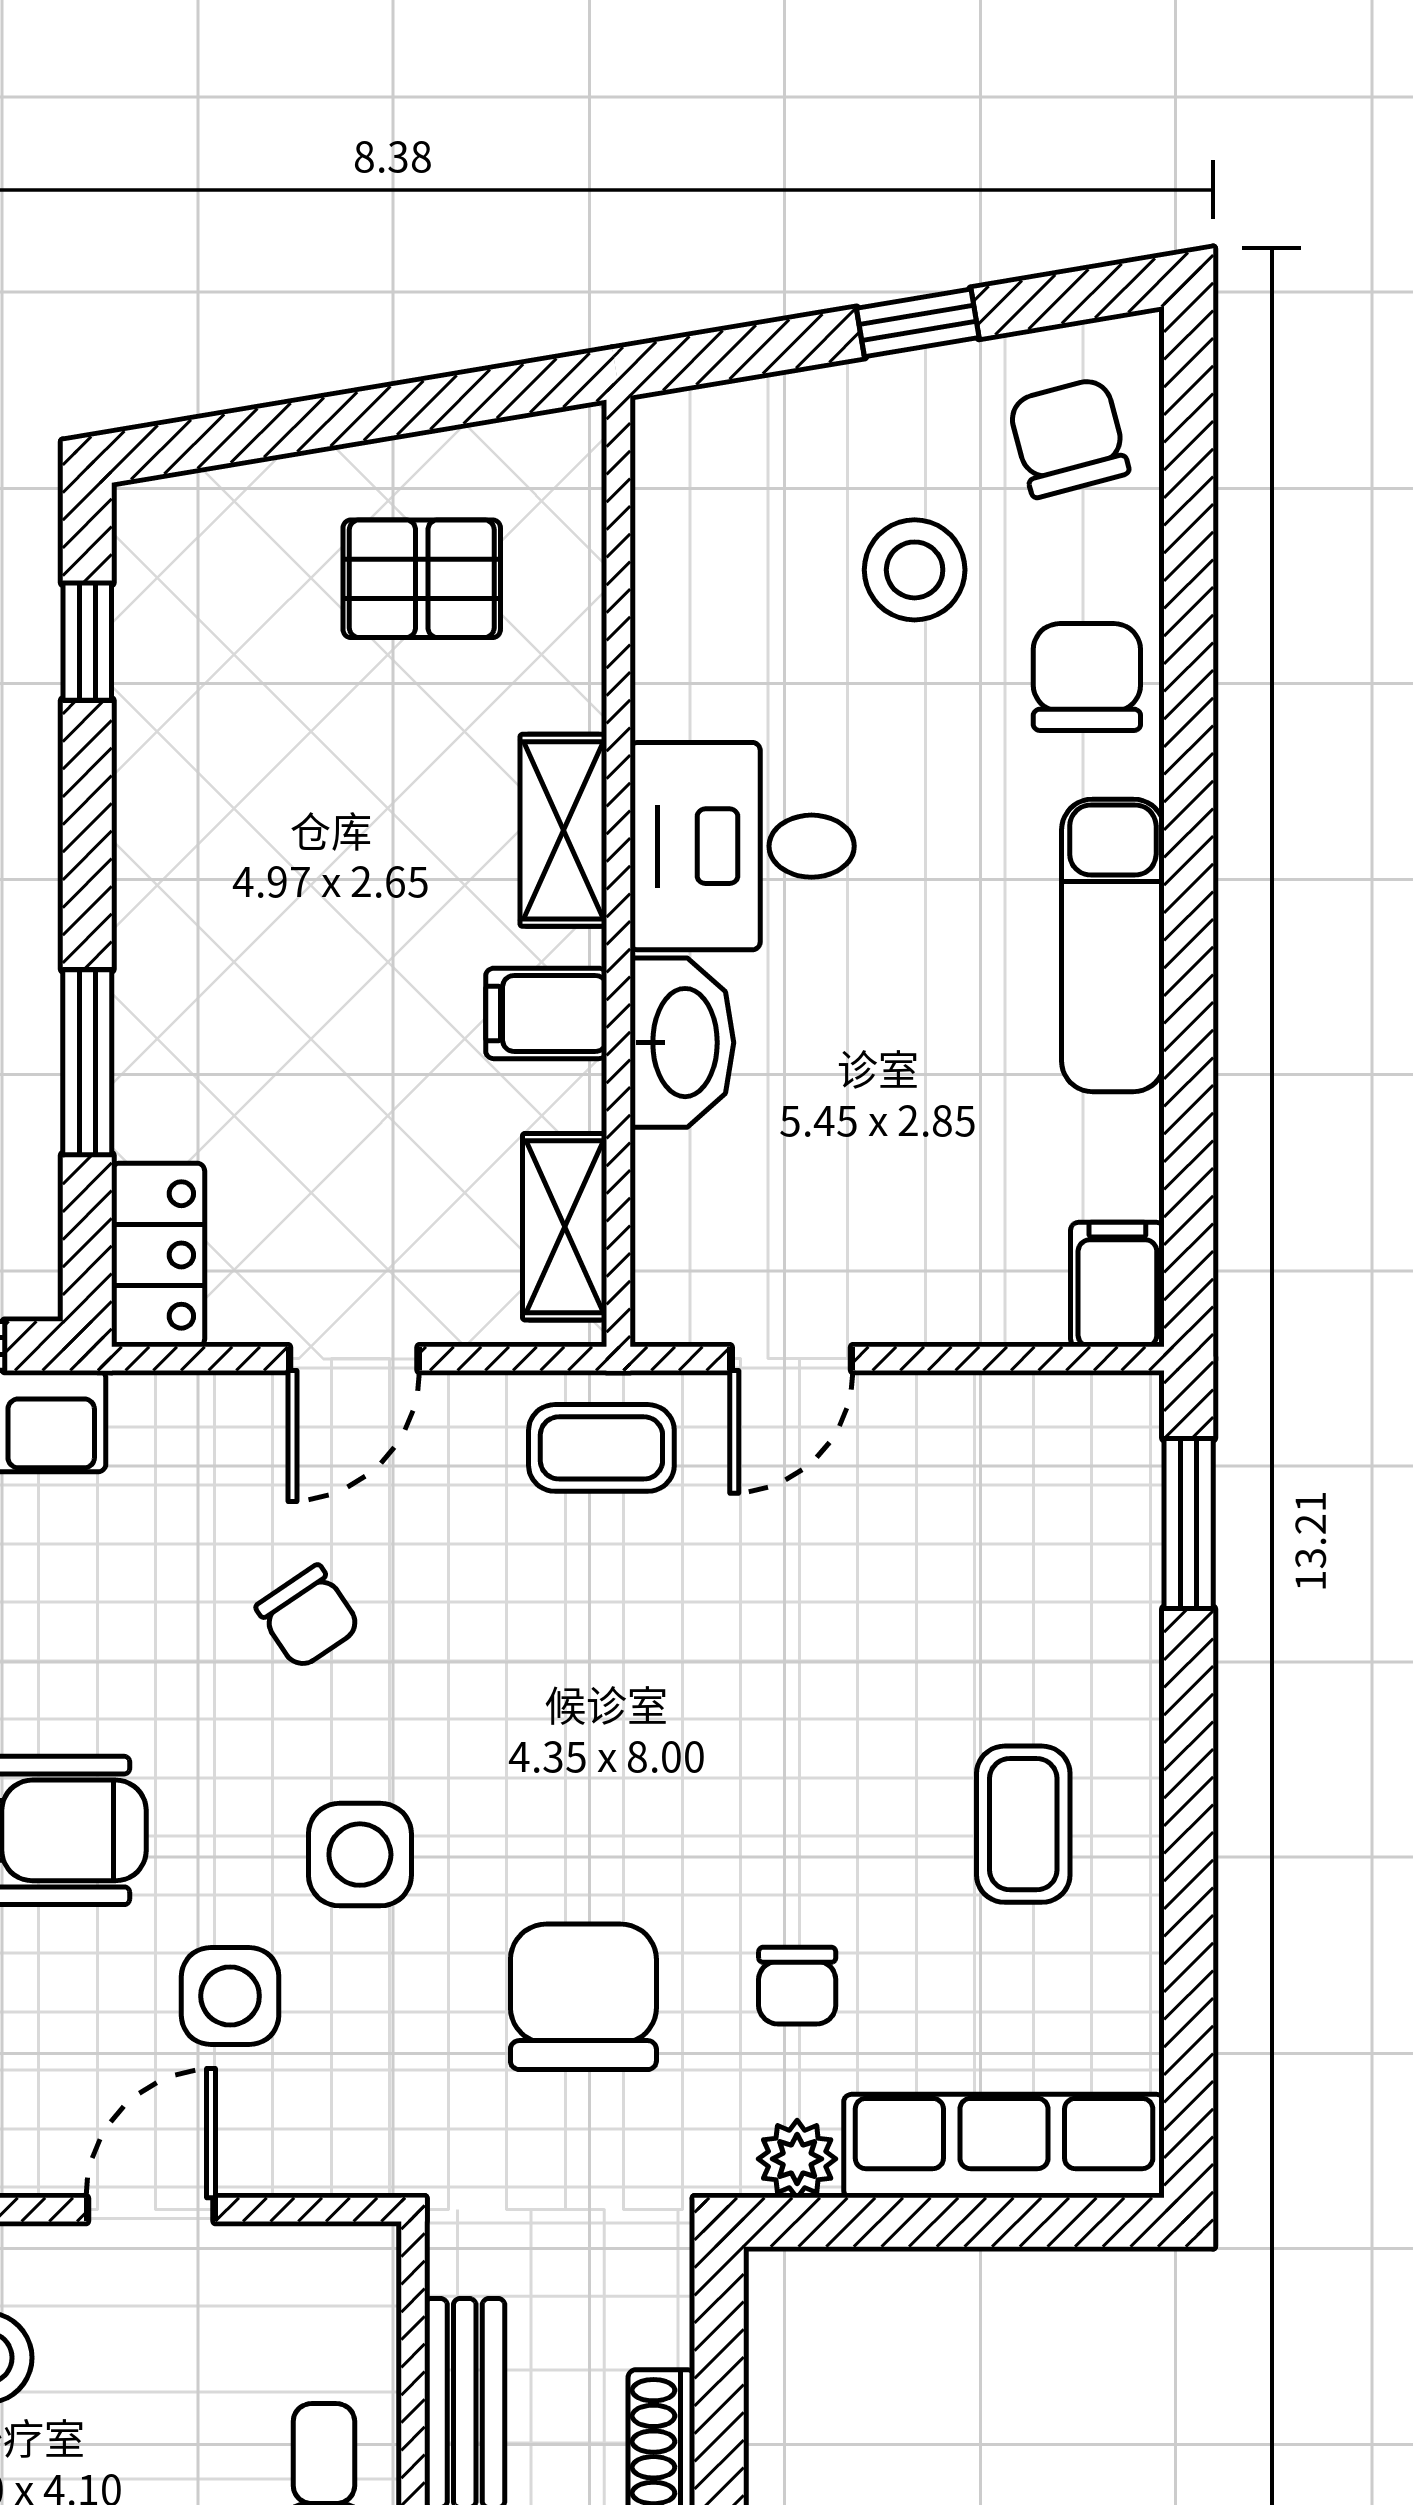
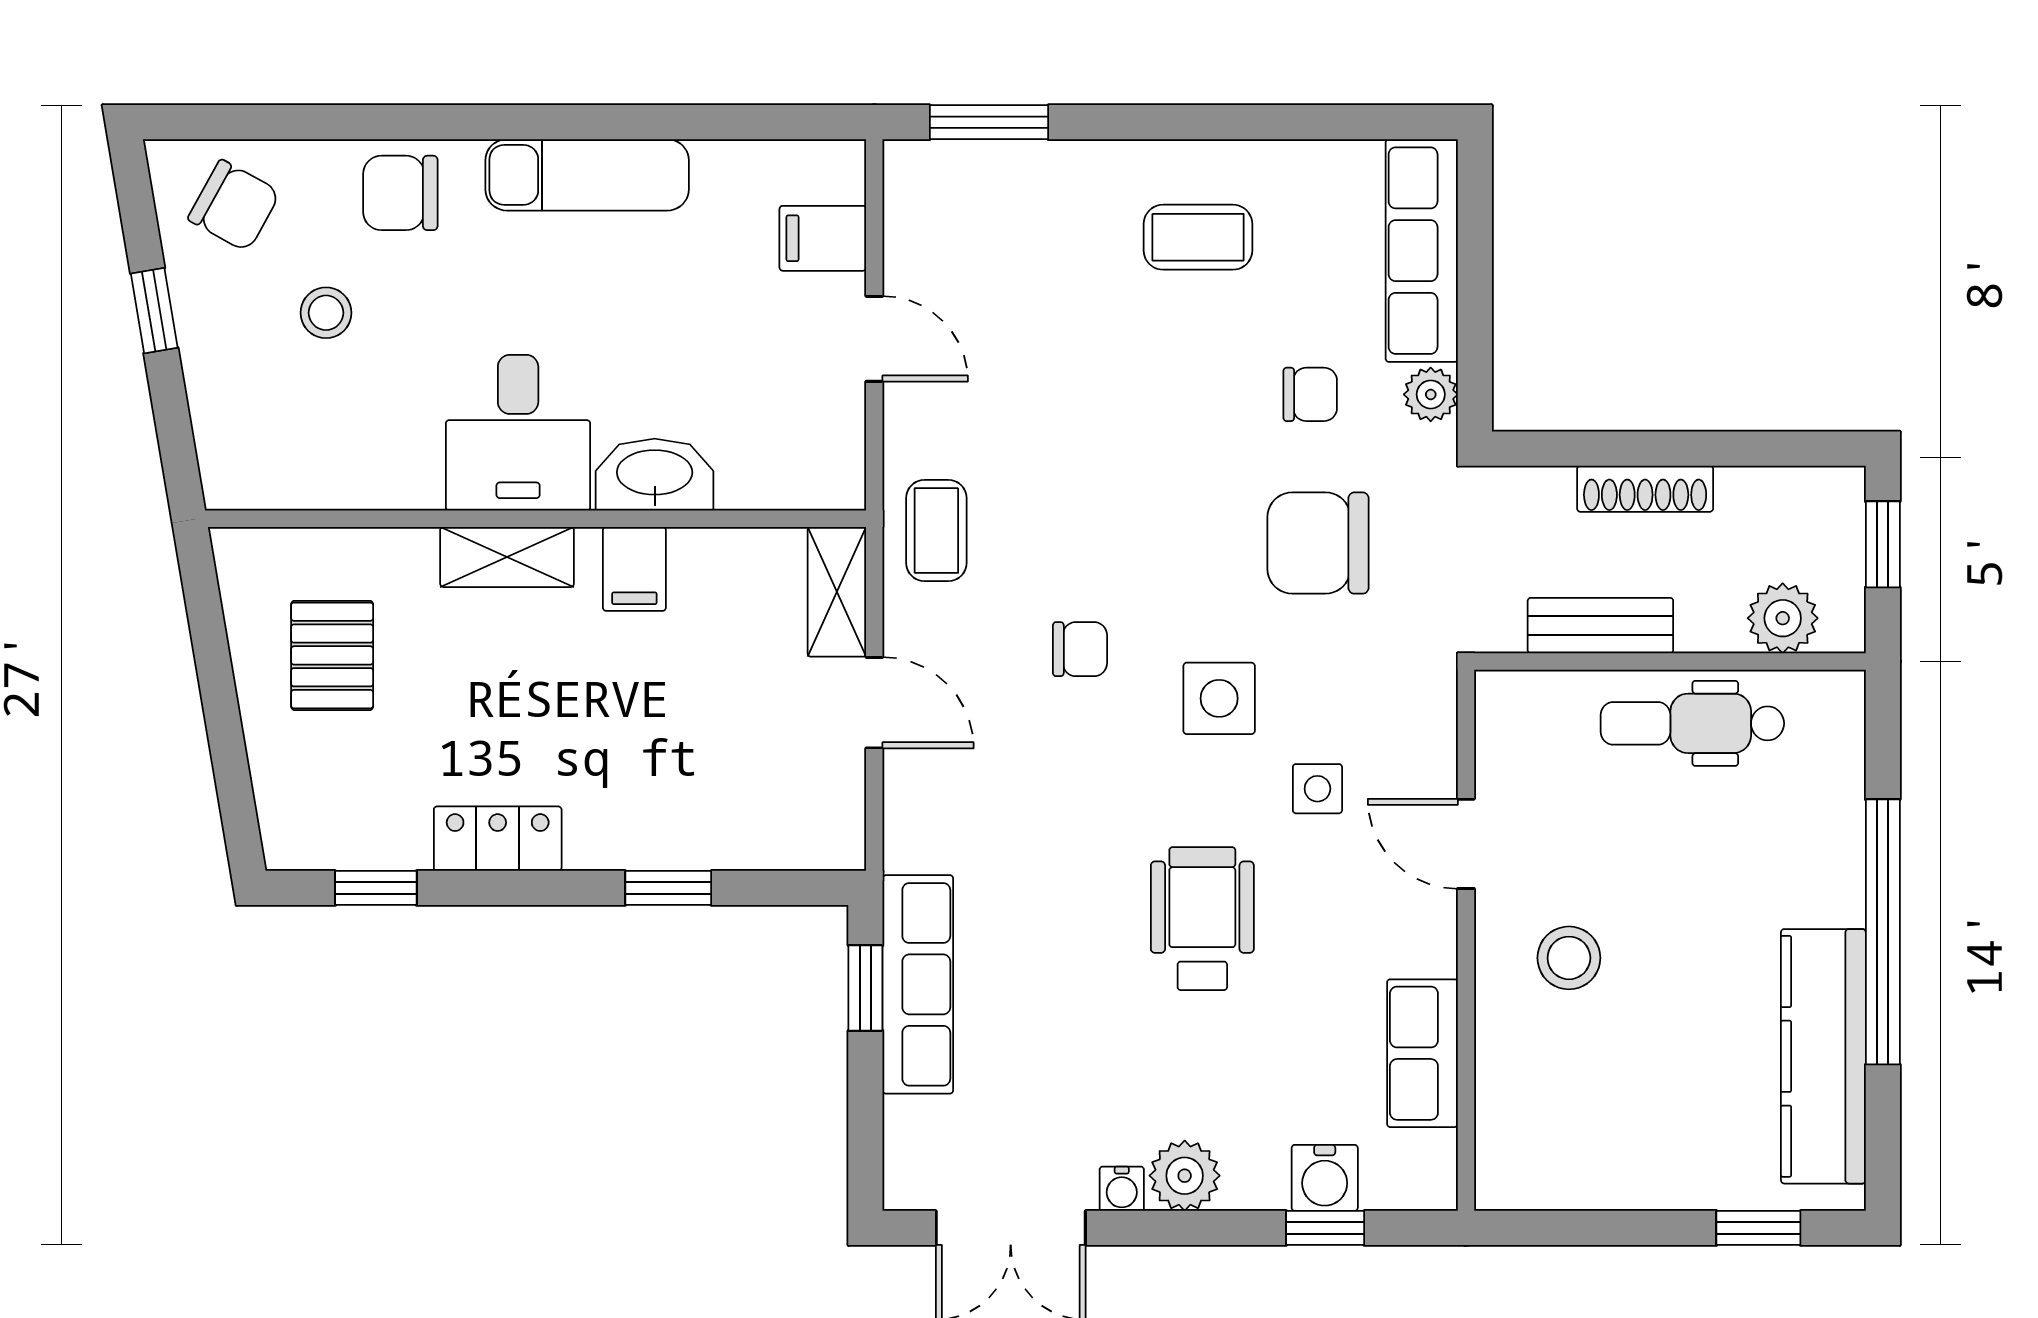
chair: (1069, 438) -> (234, 206), turned -136
stool: (915, 570) -> (326, 313), width x0.73, depth x0.73
window: (87, 1062) -> (668, 888), width x0.67
shelving: (565, 1227) -> (837, 592), moved, turned 90
locker: (158, 1255) -> (498, 839), moved
filing cabinet: (1117, 1285) -> (823, 238), moved
door: (791, 1359) -> (874, 339), moved
chair: (308, 1617) -> (1080, 649), moved, turned 34
side table: (230, 1996) -> (1317, 789), width x0.73, depth x0.73

